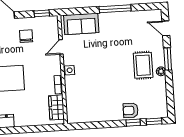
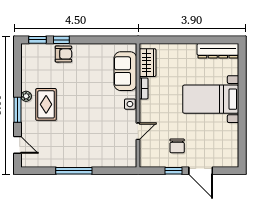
window: (42, 13) -> (173, 171), moved
sofa: (81, 24) -> (125, 71), moved, turned -90

